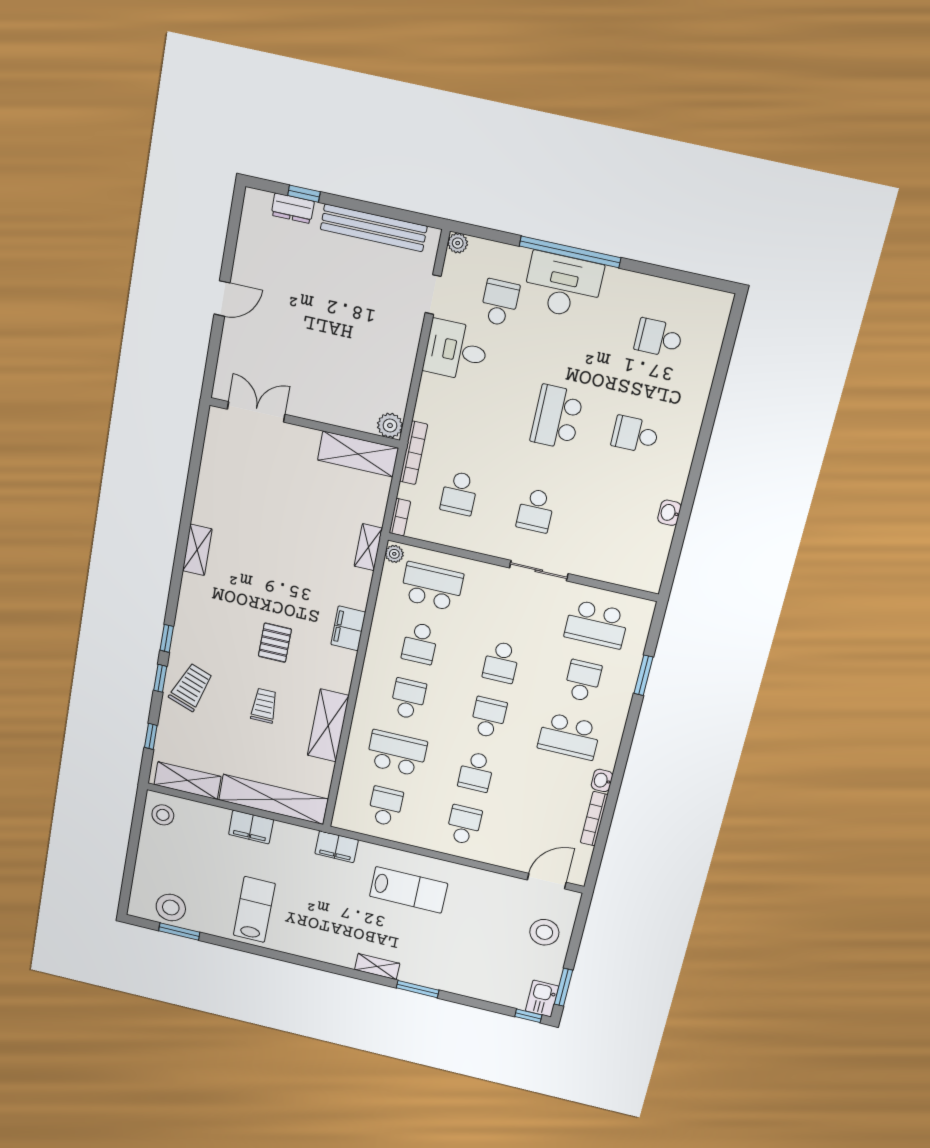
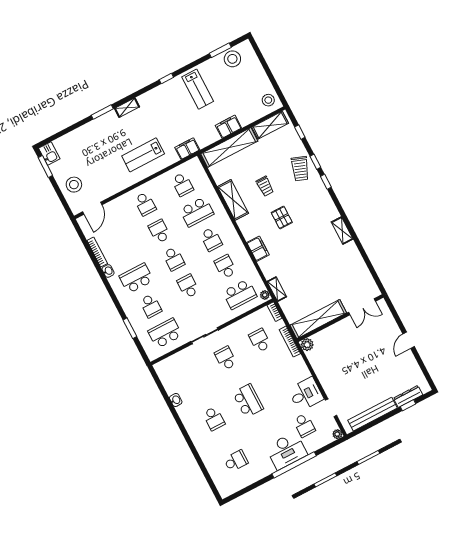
dresser: (293, 208) -> (408, 396), width x1.44
school desk: (635, 435) -> (214, 419), turned 90
shelving: (358, 454) -> (318, 319), width x1.47
window: (528, 1016) -> (166, 78), moved

